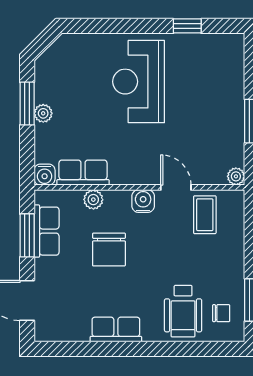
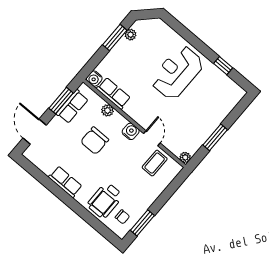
plant: (43, 113) -> (131, 35), moved

